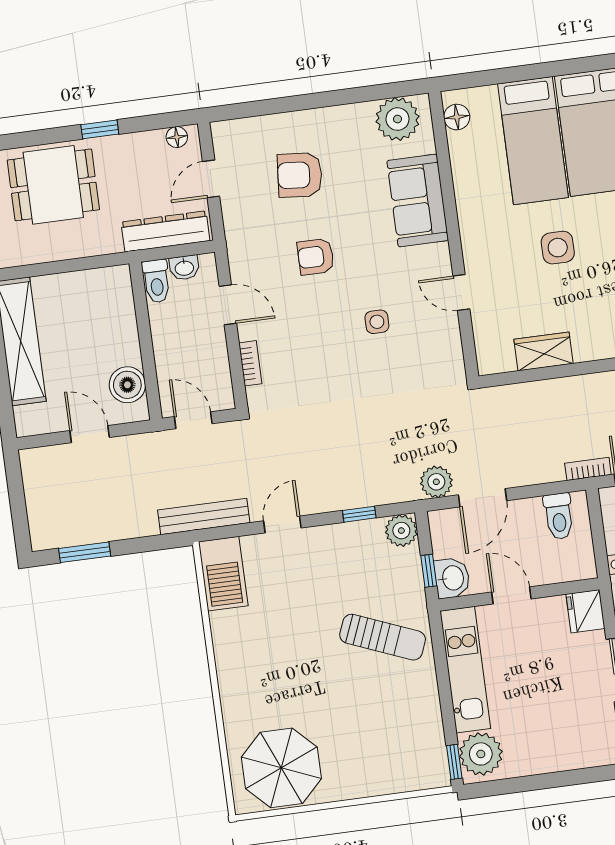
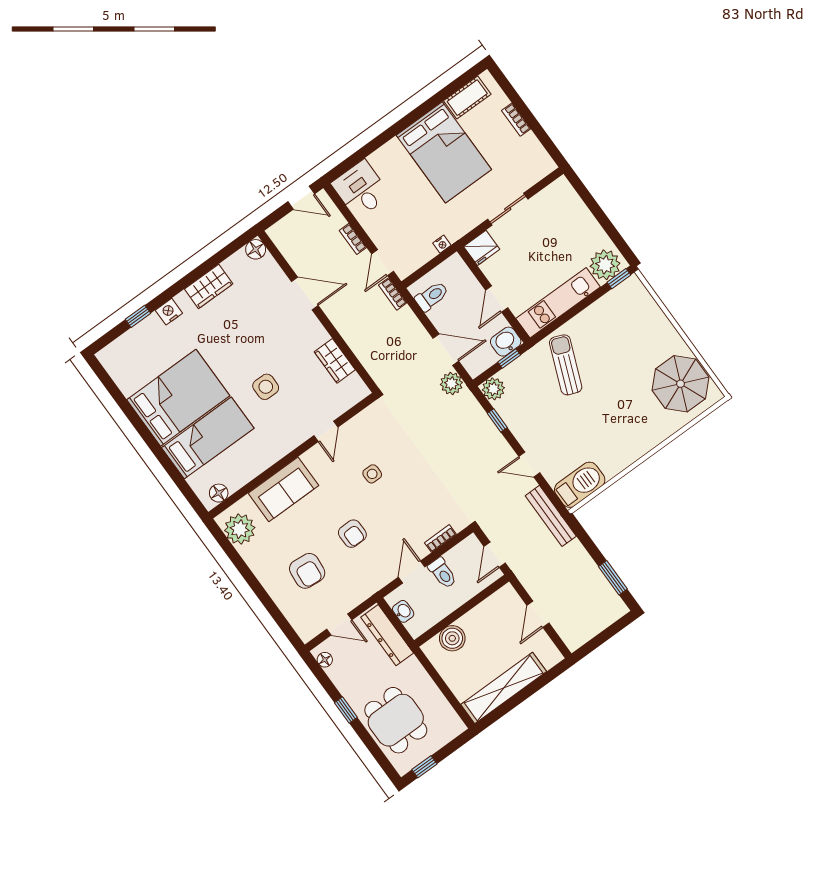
toilet: (156, 281) -> (442, 573), moved, turned 90
boiler: (127, 385) -> (452, 638), moved

